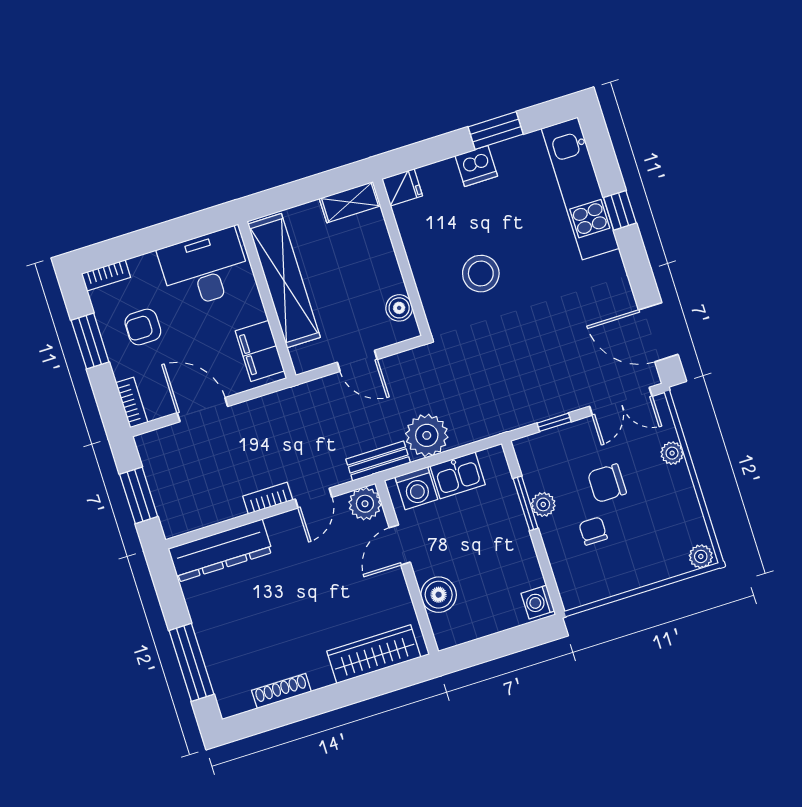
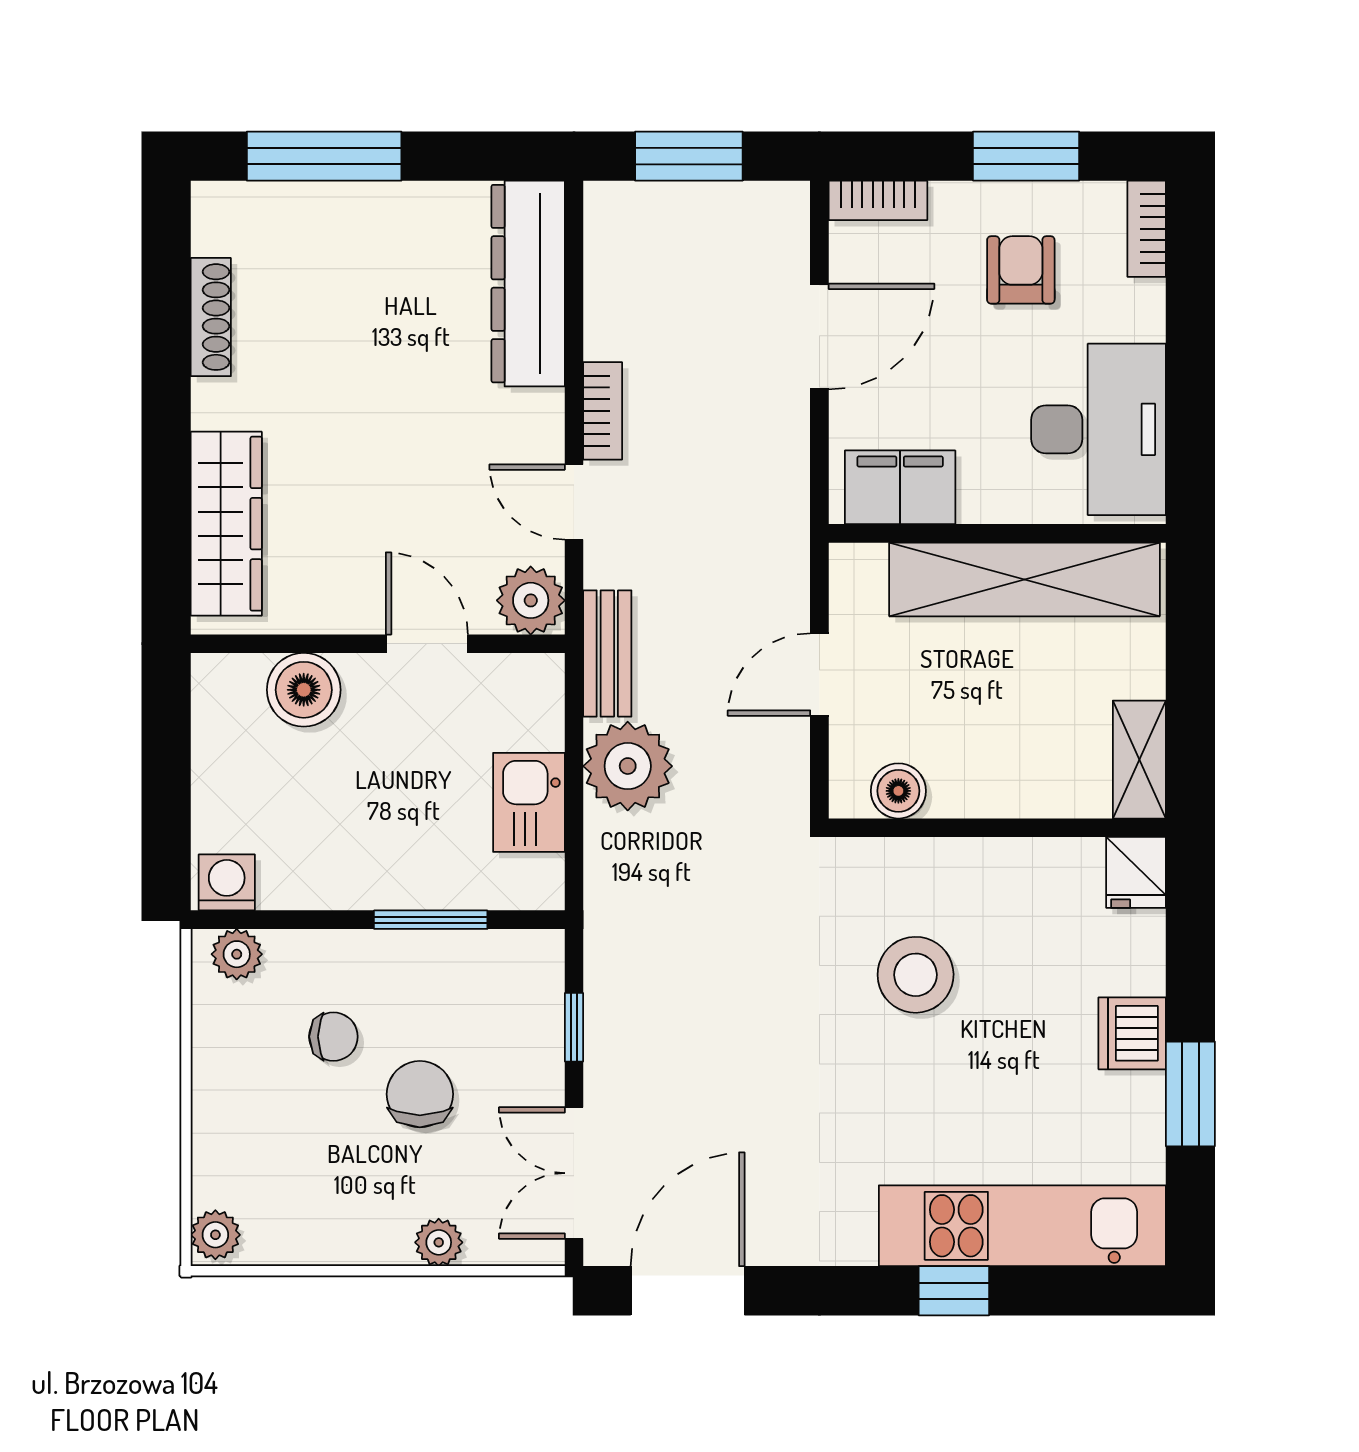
washing machine: (416, 488) -> (529, 712), removed
plant: (543, 504) -> (237, 954), moved

